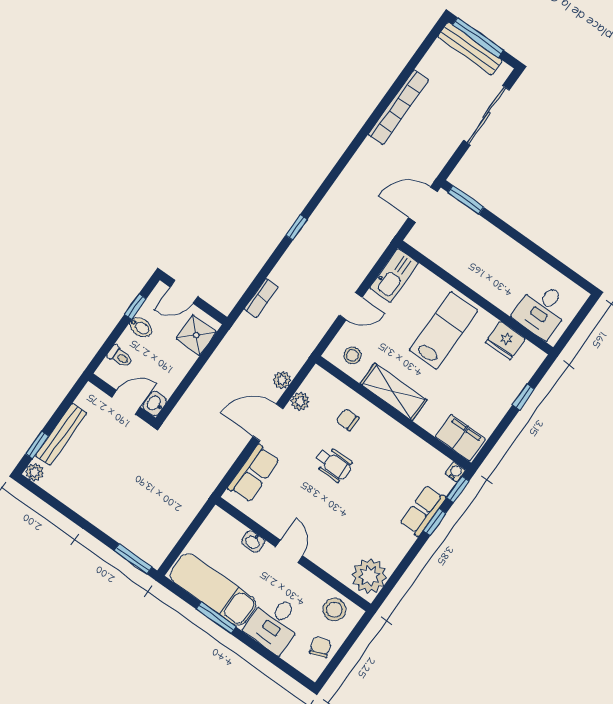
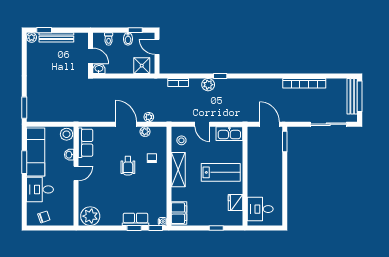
plant: (297, 255) -> (208, 85), added
row of seats: (254, 474) -> (86, 143), moved, turned -90
stool: (334, 610) -> (67, 134), moved

